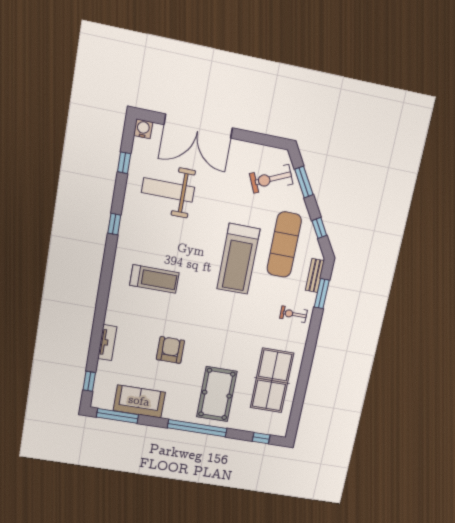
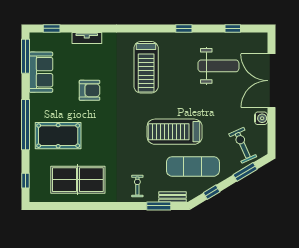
water cooler: (143, 129) -> (261, 118), moved
weight bench: (168, 190) -> (218, 66), turned 90
treadmill: (154, 279) -> (146, 67), width x1.37, depth x1.38

